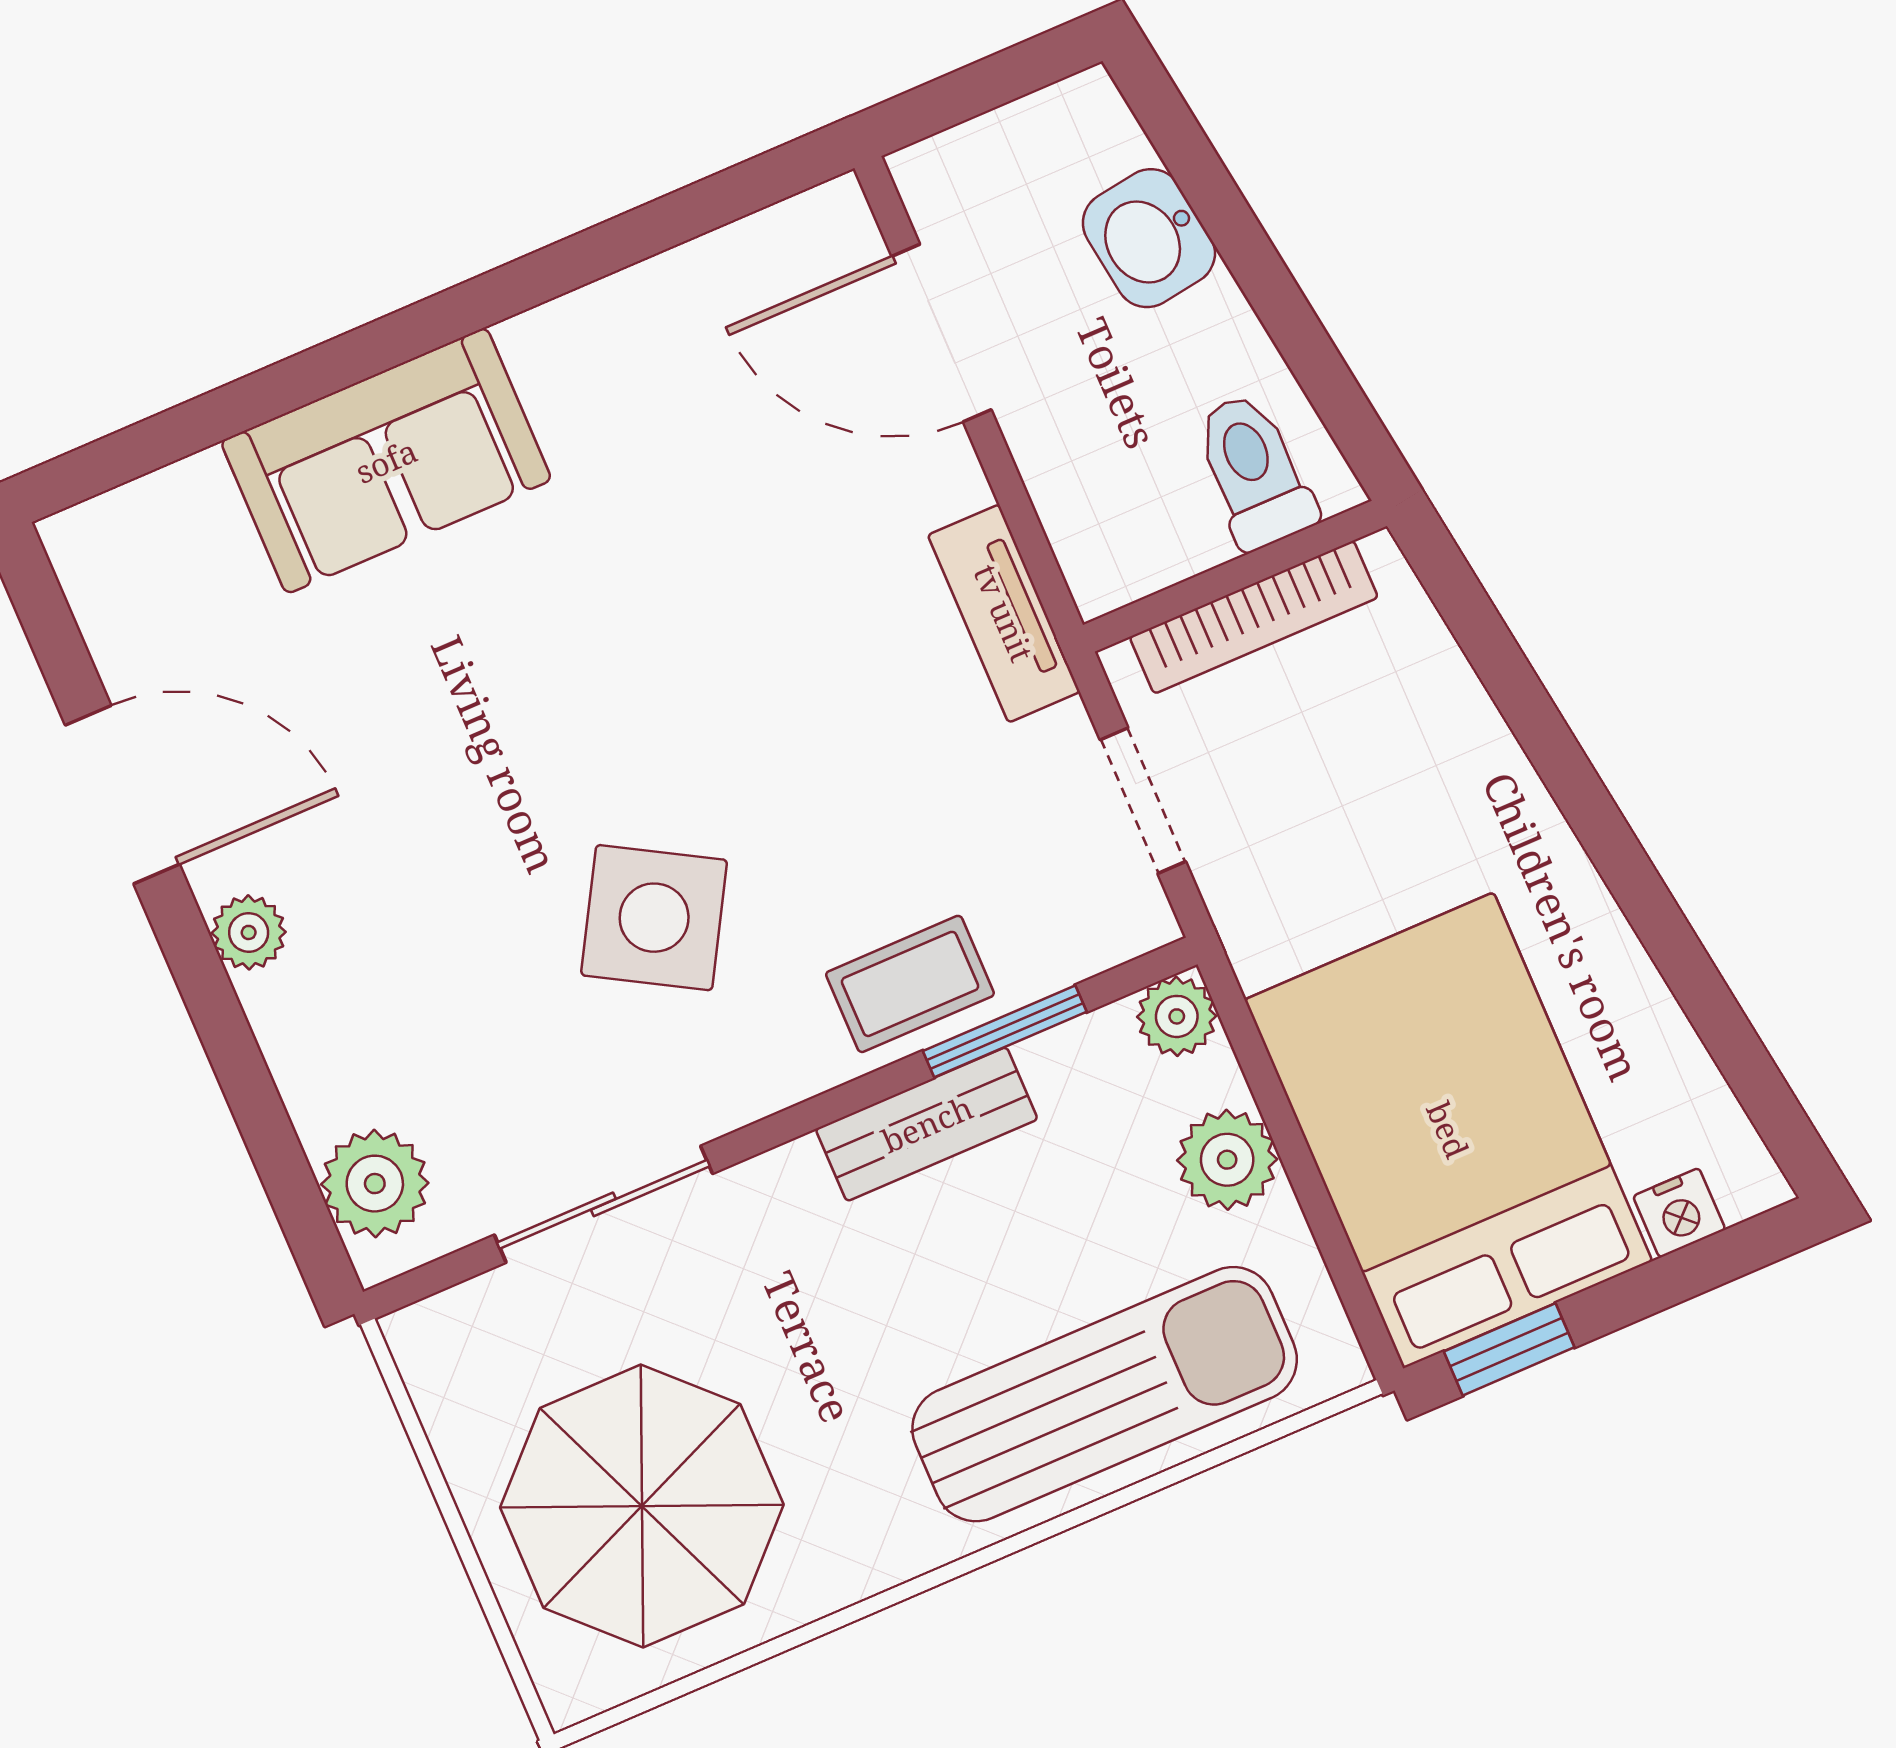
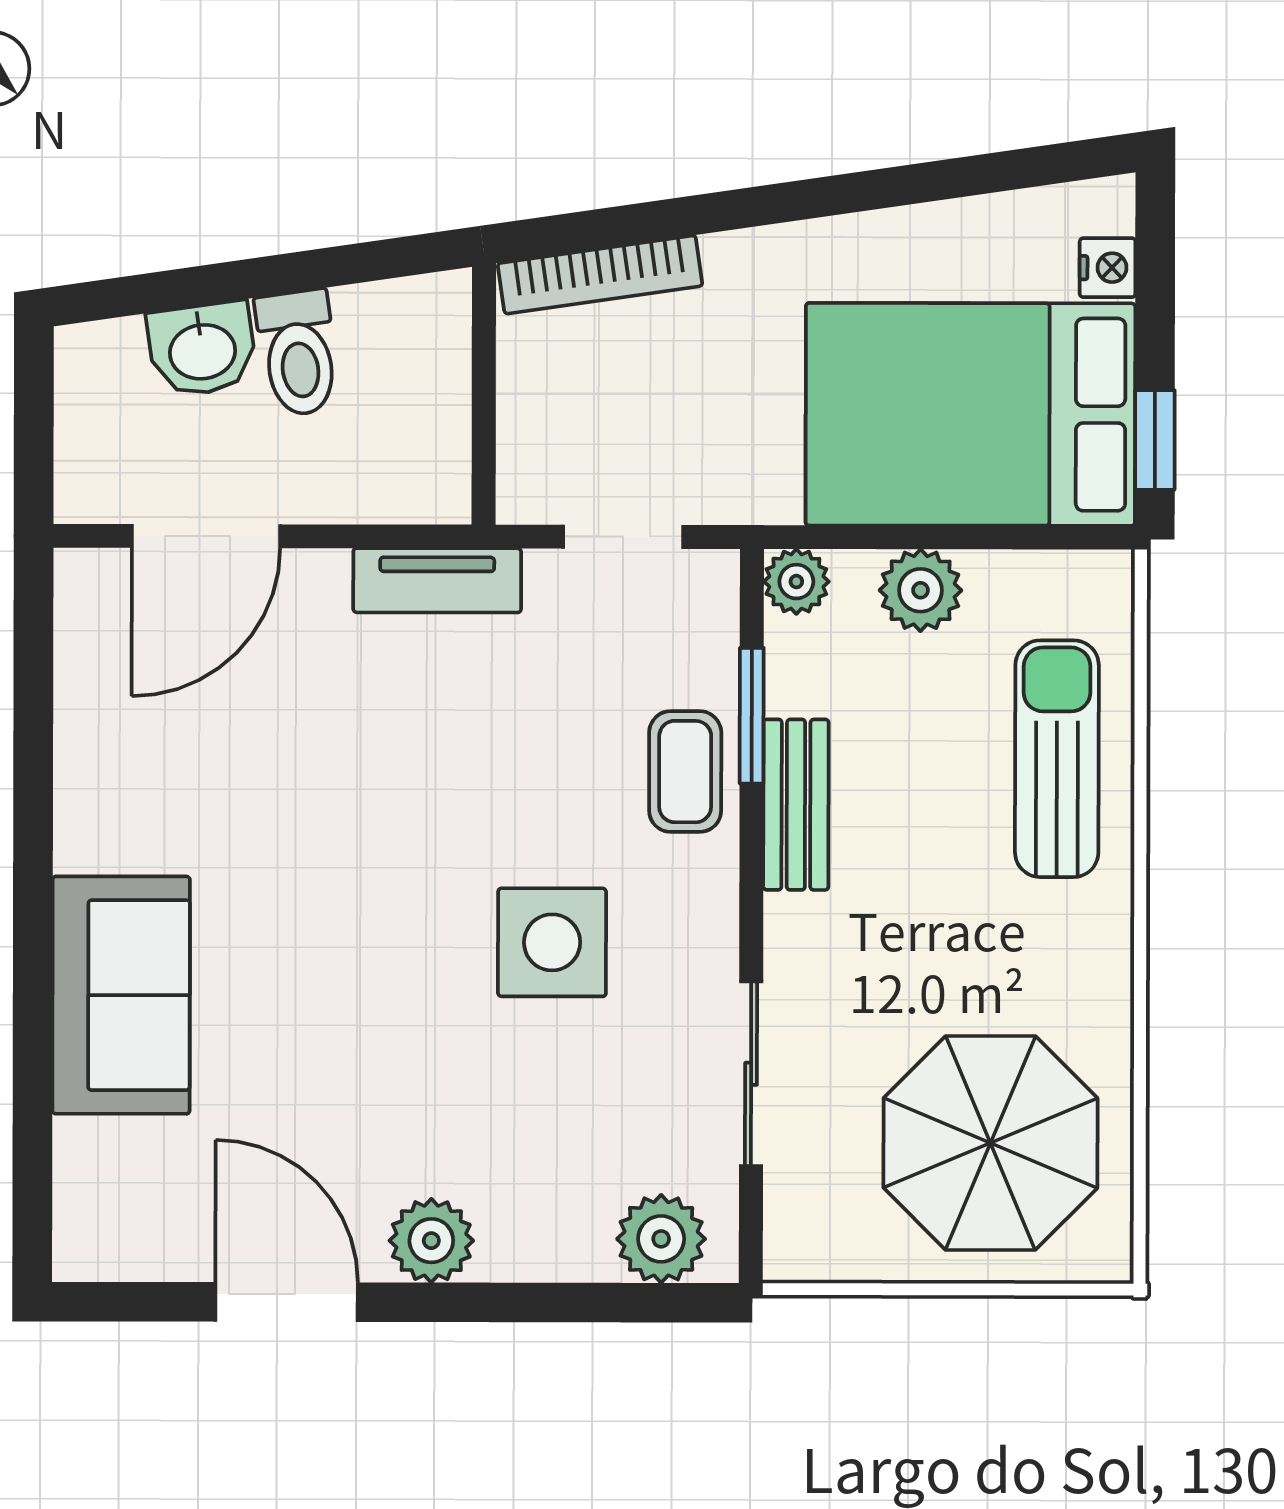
toilet: (1254, 471) -> (298, 353), moved, turned -98
bookcase: (1254, 617) -> (600, 275), moved, turned 82
door: (122, 795) -> (287, 1302), hinge flipped
side table: (654, 918) -> (552, 942), turned -30
plant: (249, 932) -> (431, 1241), width x1.38, depth x1.38
sun lounger: (1105, 1394) -> (1057, 759), width x0.73, depth x0.75

